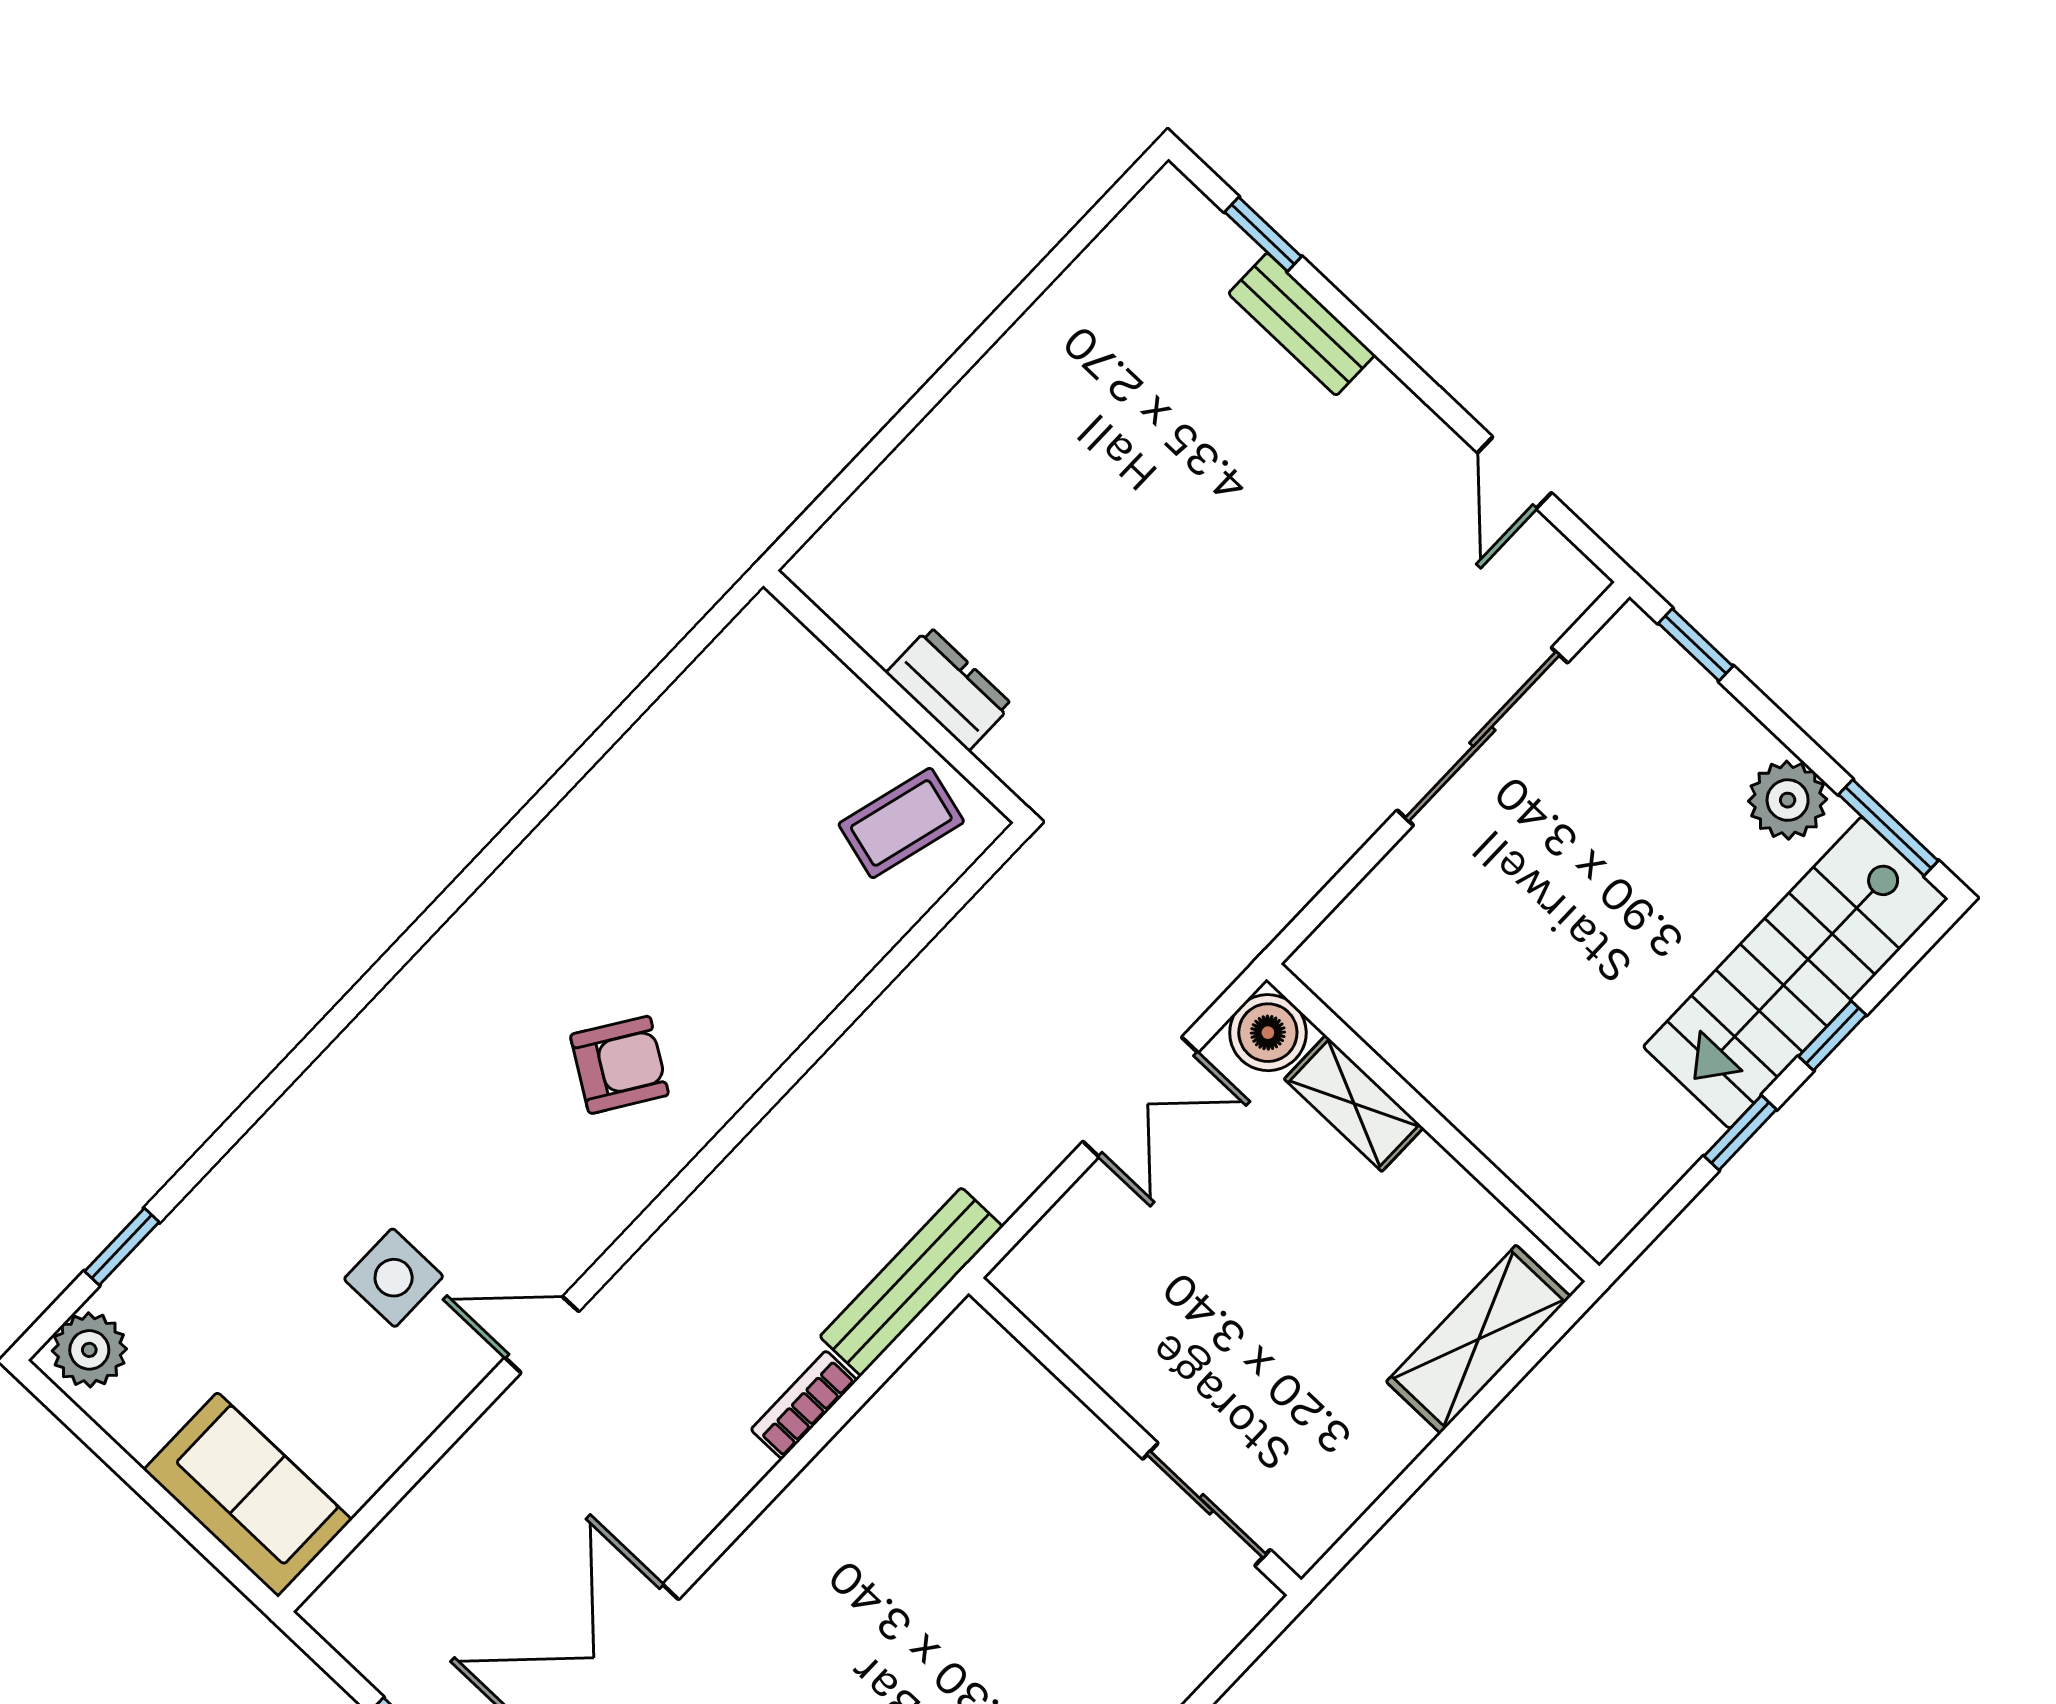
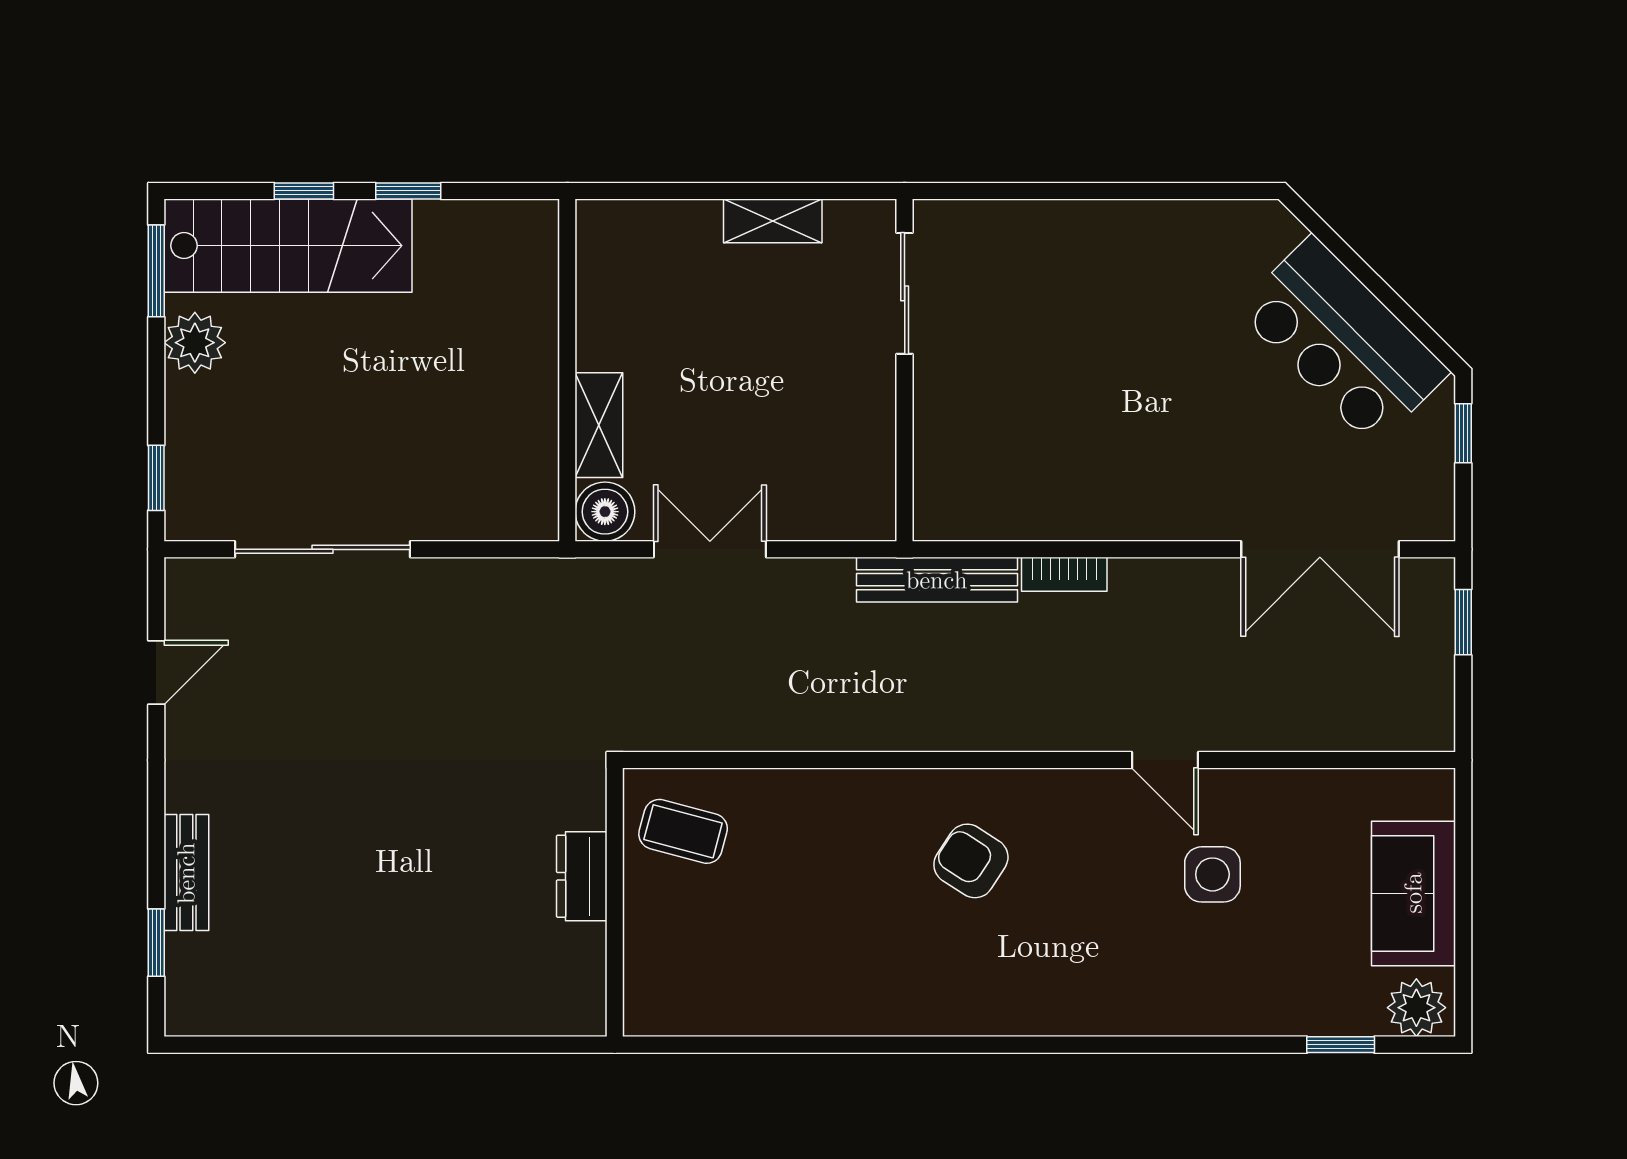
shelving: (1478, 1339) -> (773, 221), moved, width x0.67, depth x0.75
sofa: (248, 1495) -> (1413, 893), moved

